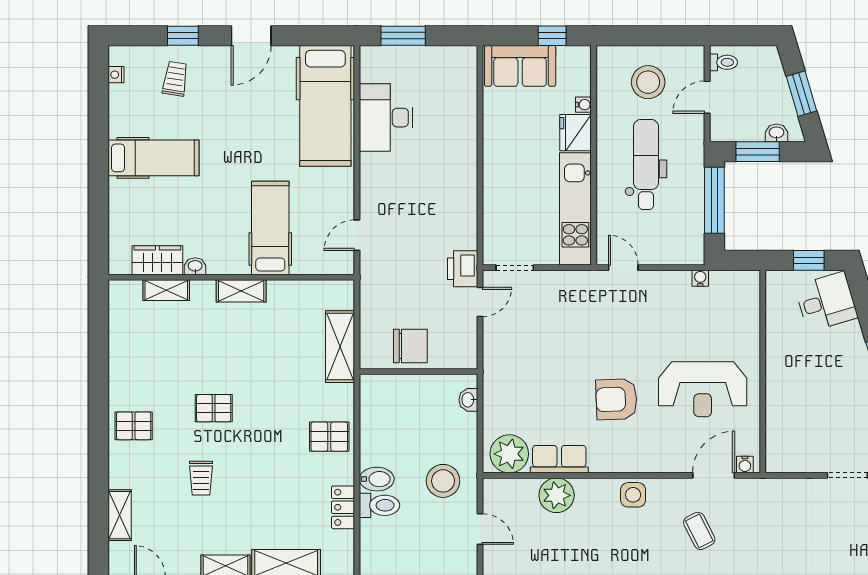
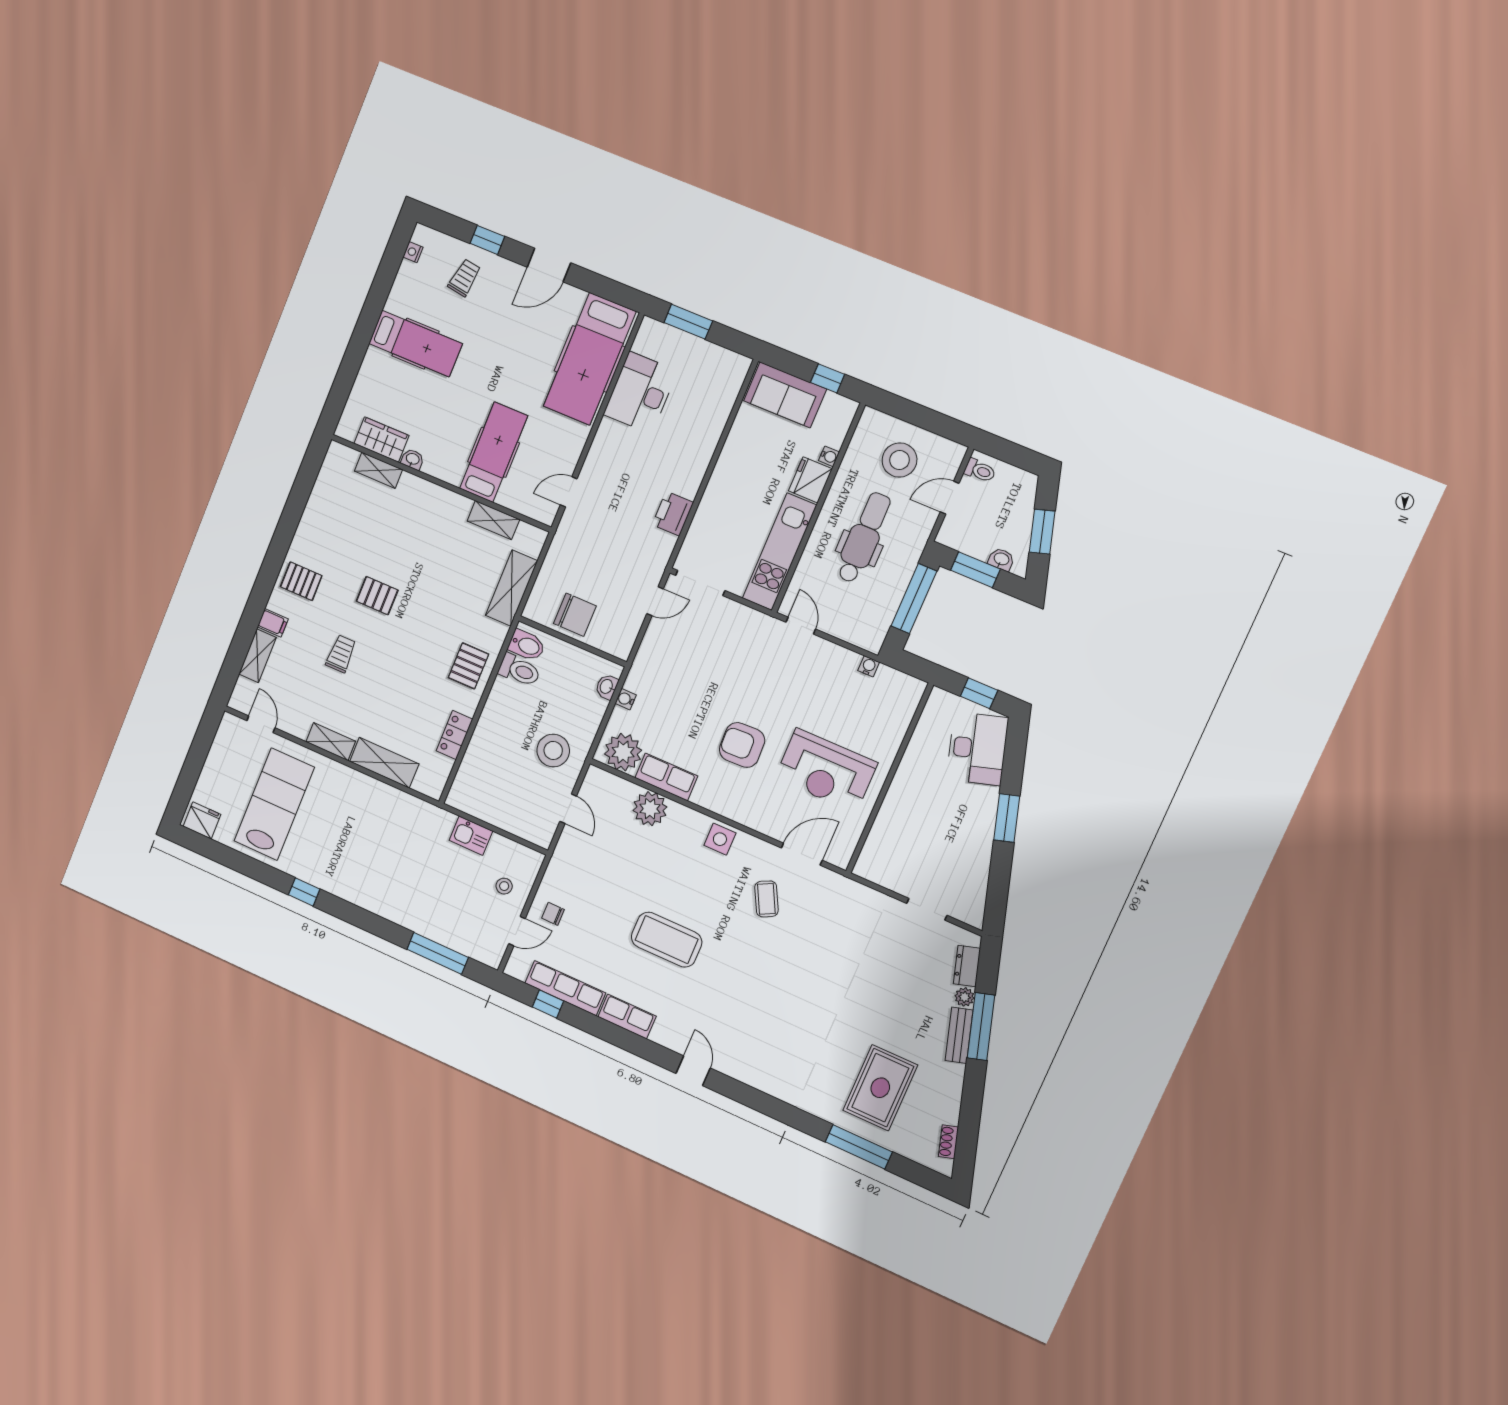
doorway: (515, 268) -> (700, 583), width x1.38
printer: (463, 269) -> (673, 514), moved
shelving: (241, 291) -> (493, 520), moved
desk: (826, 302) -> (977, 749), width x1.37
pallet: (329, 437) -> (468, 666), turned 90
water cooler: (745, 465) -> (626, 699), moved, turned 90
filing cabinet: (122, 477) -> (273, 623), added
trolley: (201, 478) -> (341, 654), turned 180
bidet: (377, 479) -> (527, 645), moved
toilet: (379, 505) -> (519, 670), moved

